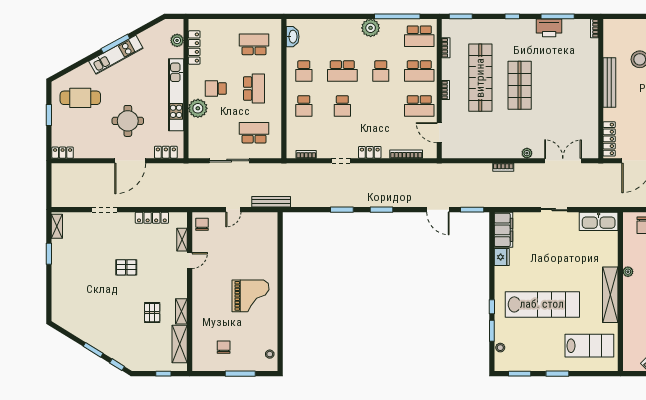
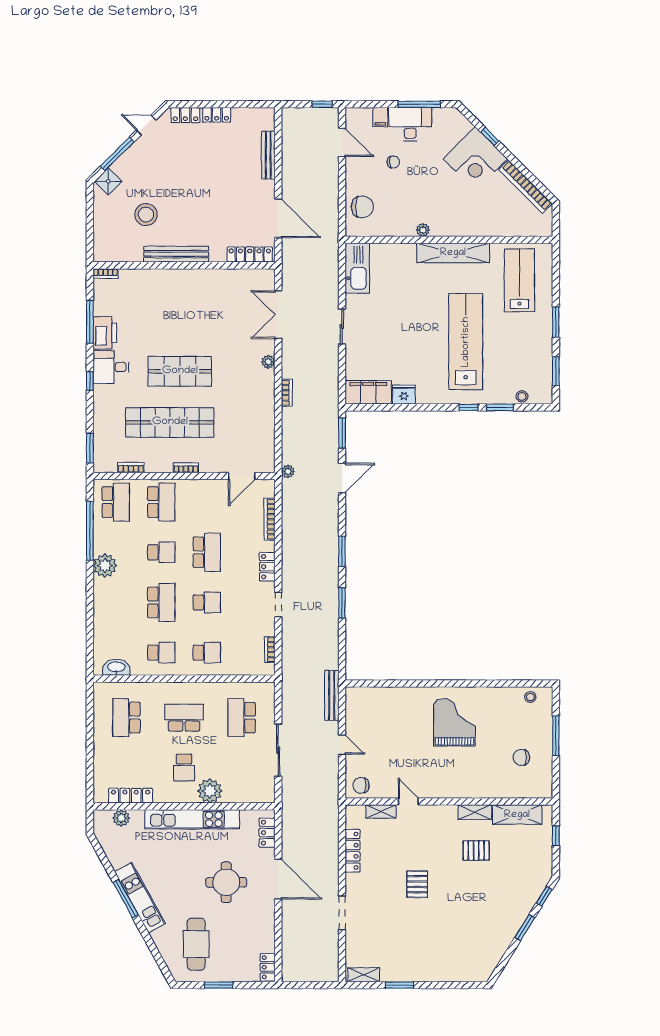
desk: (523, 32) -> (111, 367), added
school desk: (419, 106) -> (207, 552), moved
plant: (443, 168) -> (288, 471), added

